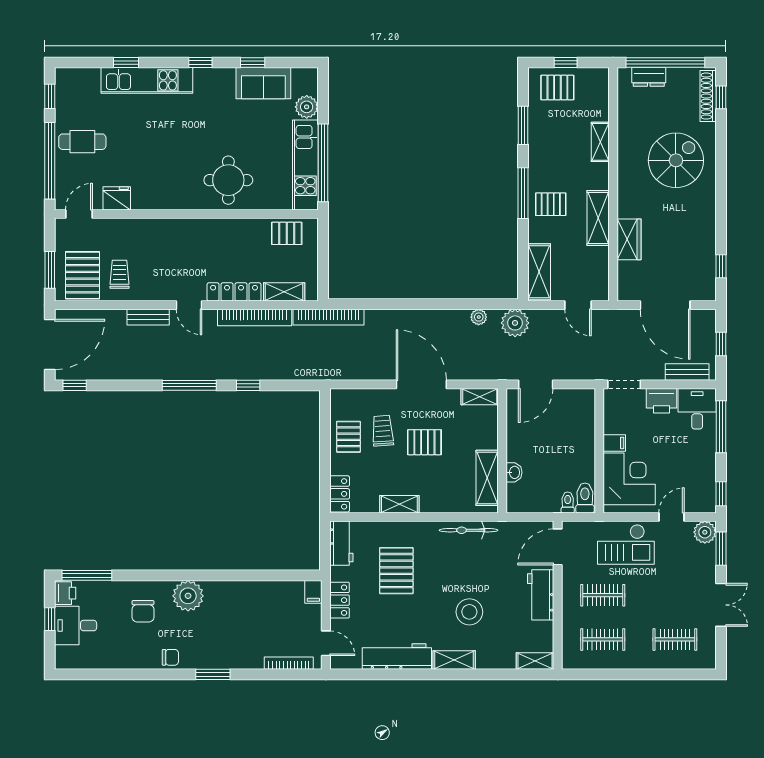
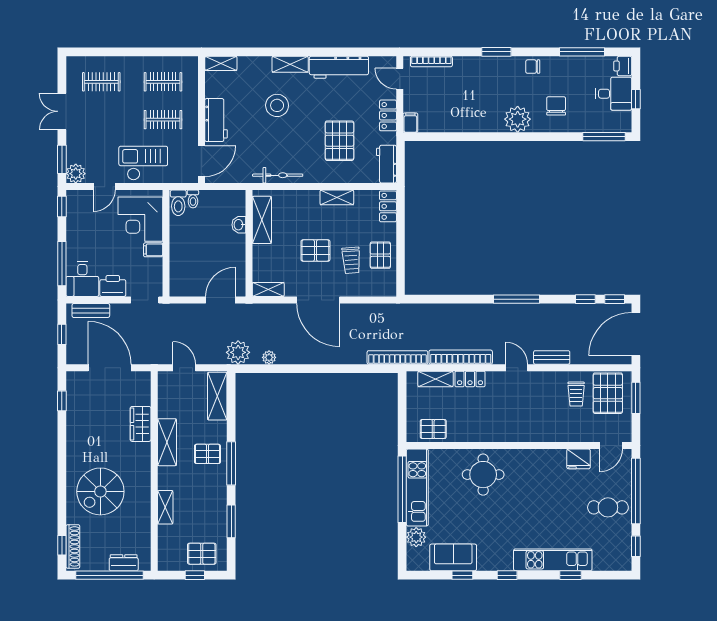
locker: (234, 292) -> (470, 379), width x0.66
window: (248, 385) -> (585, 299), moved
printer: (65, 593) -> (623, 66), moved
window: (113, 674) -> (582, 52), added

